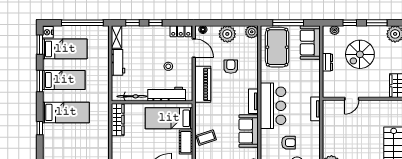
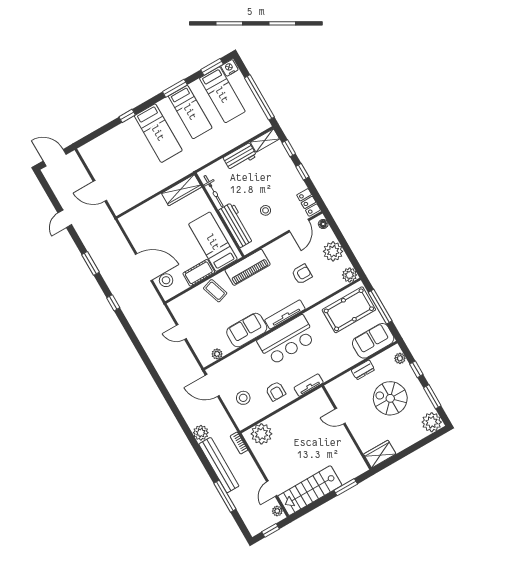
piano: (203, 84) -> (248, 267), moved
tv unit: (253, 101) -> (285, 314), width x1.41
armchair: (288, 143) -> (276, 391), moved

